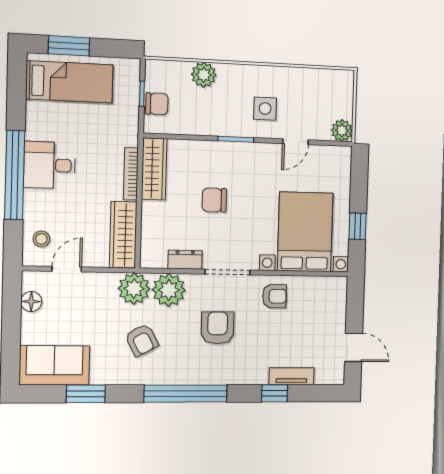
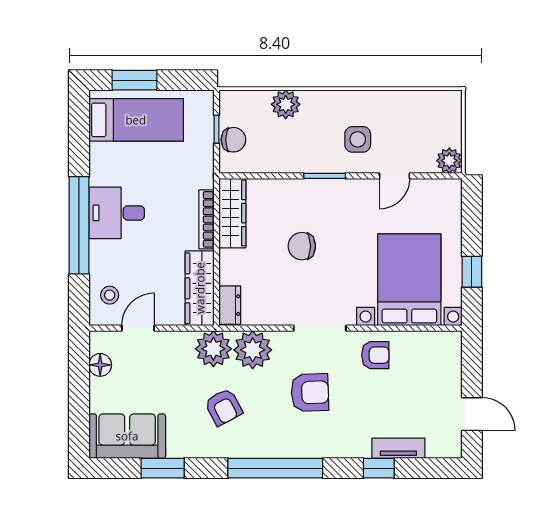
dresser: (185, 260) -> (230, 305), moved, turned 90
armchair: (218, 328) -> (310, 392), turned 88

